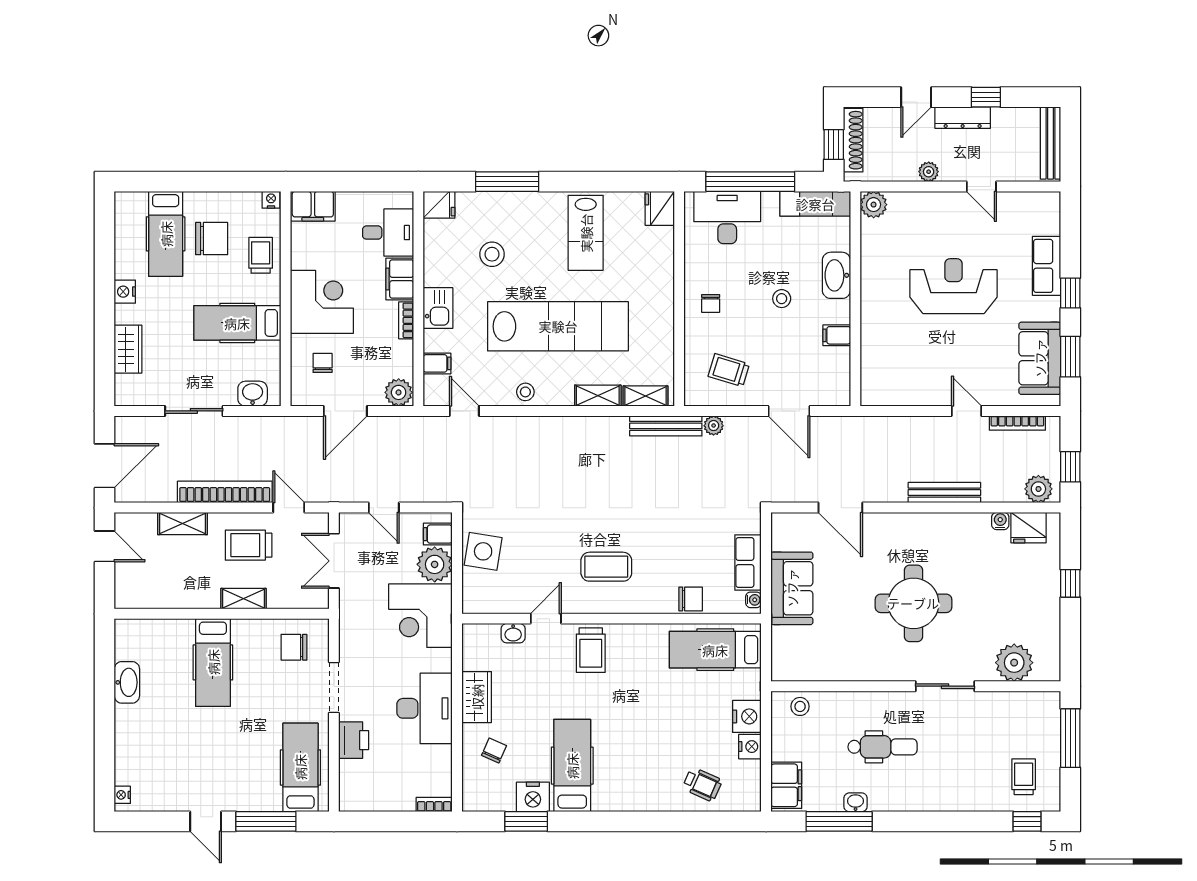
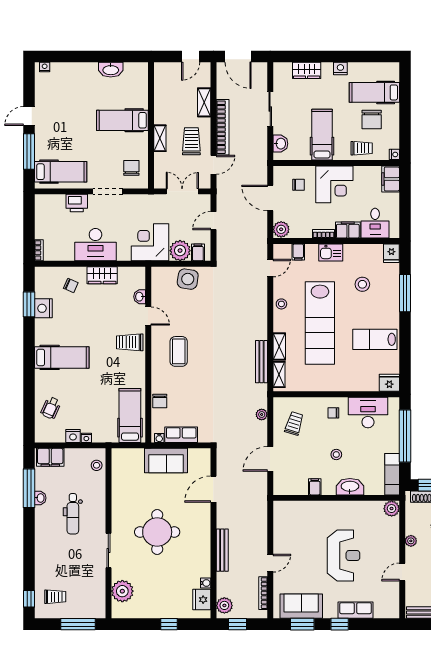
desk: (727, 218) -> (368, 413), moved, turned -90
bench: (666, 426) -> (261, 362), moved
nightstand: (747, 716) -> (86, 438), width x0.53, depth x0.56
hospital bed: (572, 766) -> (62, 357), moved

